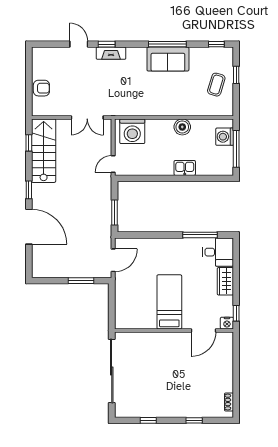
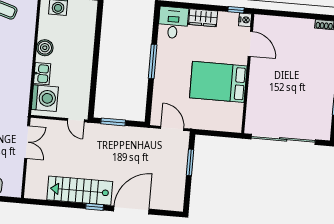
window: (29, 143) -> (48, 203), removed
stairs: (44, 151) -> (80, 191), moved
kitchen sink: (185, 168) -> (42, 74), moved, turned 180
window: (115, 213) -> (113, 122), moved
window: (200, 235) -> (153, 62), moved
bed: (169, 302) -> (218, 82), width x1.50

